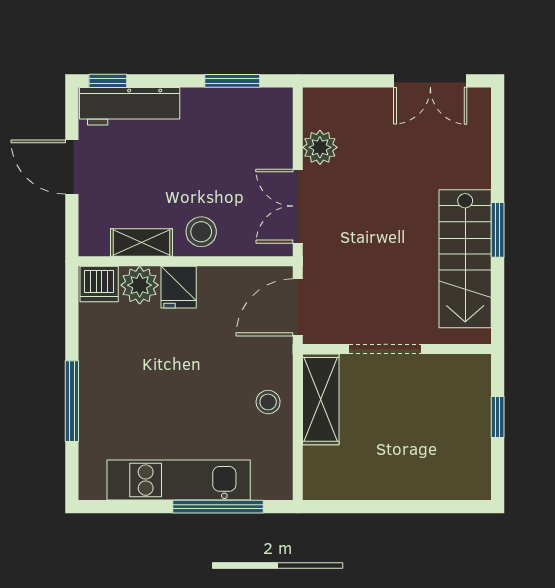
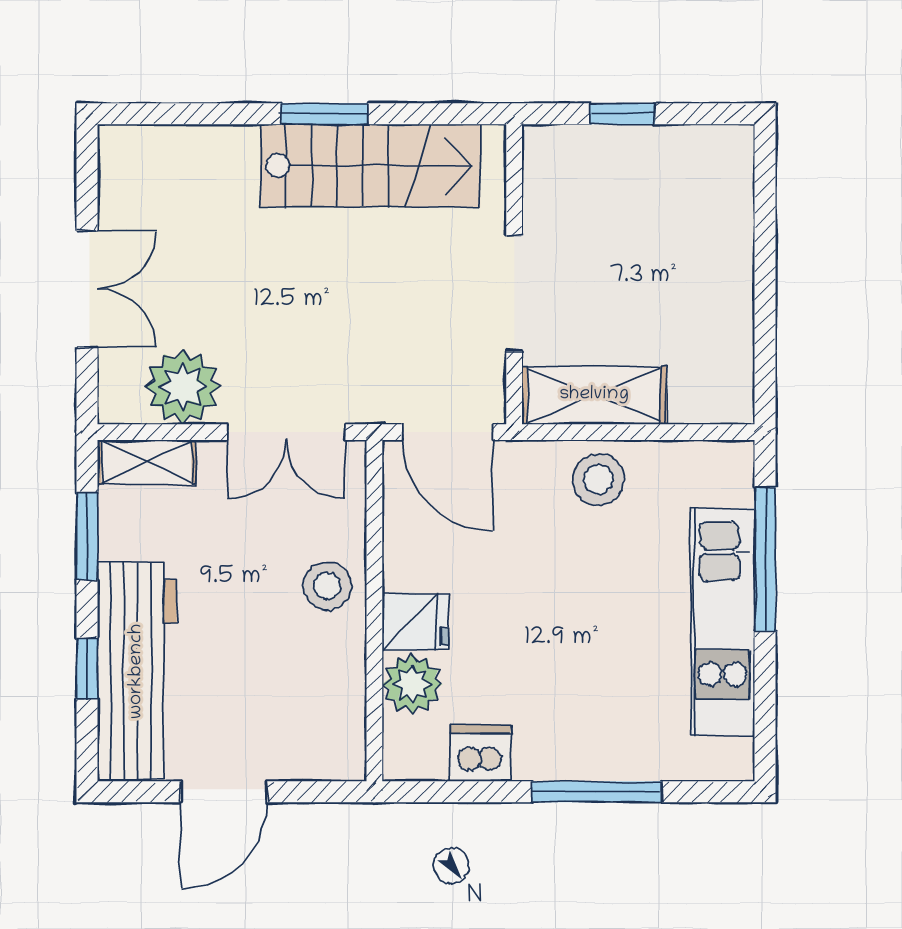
window: (108, 81) -> (87, 669), moved
double door: (430, 81) -> (87, 289), moved
workbench: (130, 106) -> (137, 671), width x1.36, depth x1.32
plant: (320, 147) -> (183, 387), width x1.36, depth x1.36
shelving: (141, 243) -> (147, 462), moved, turned 90
dishwasher: (99, 284) -> (480, 753), moved, turned -90
stool: (268, 402) -> (598, 479), width x1.37, depth x1.37

